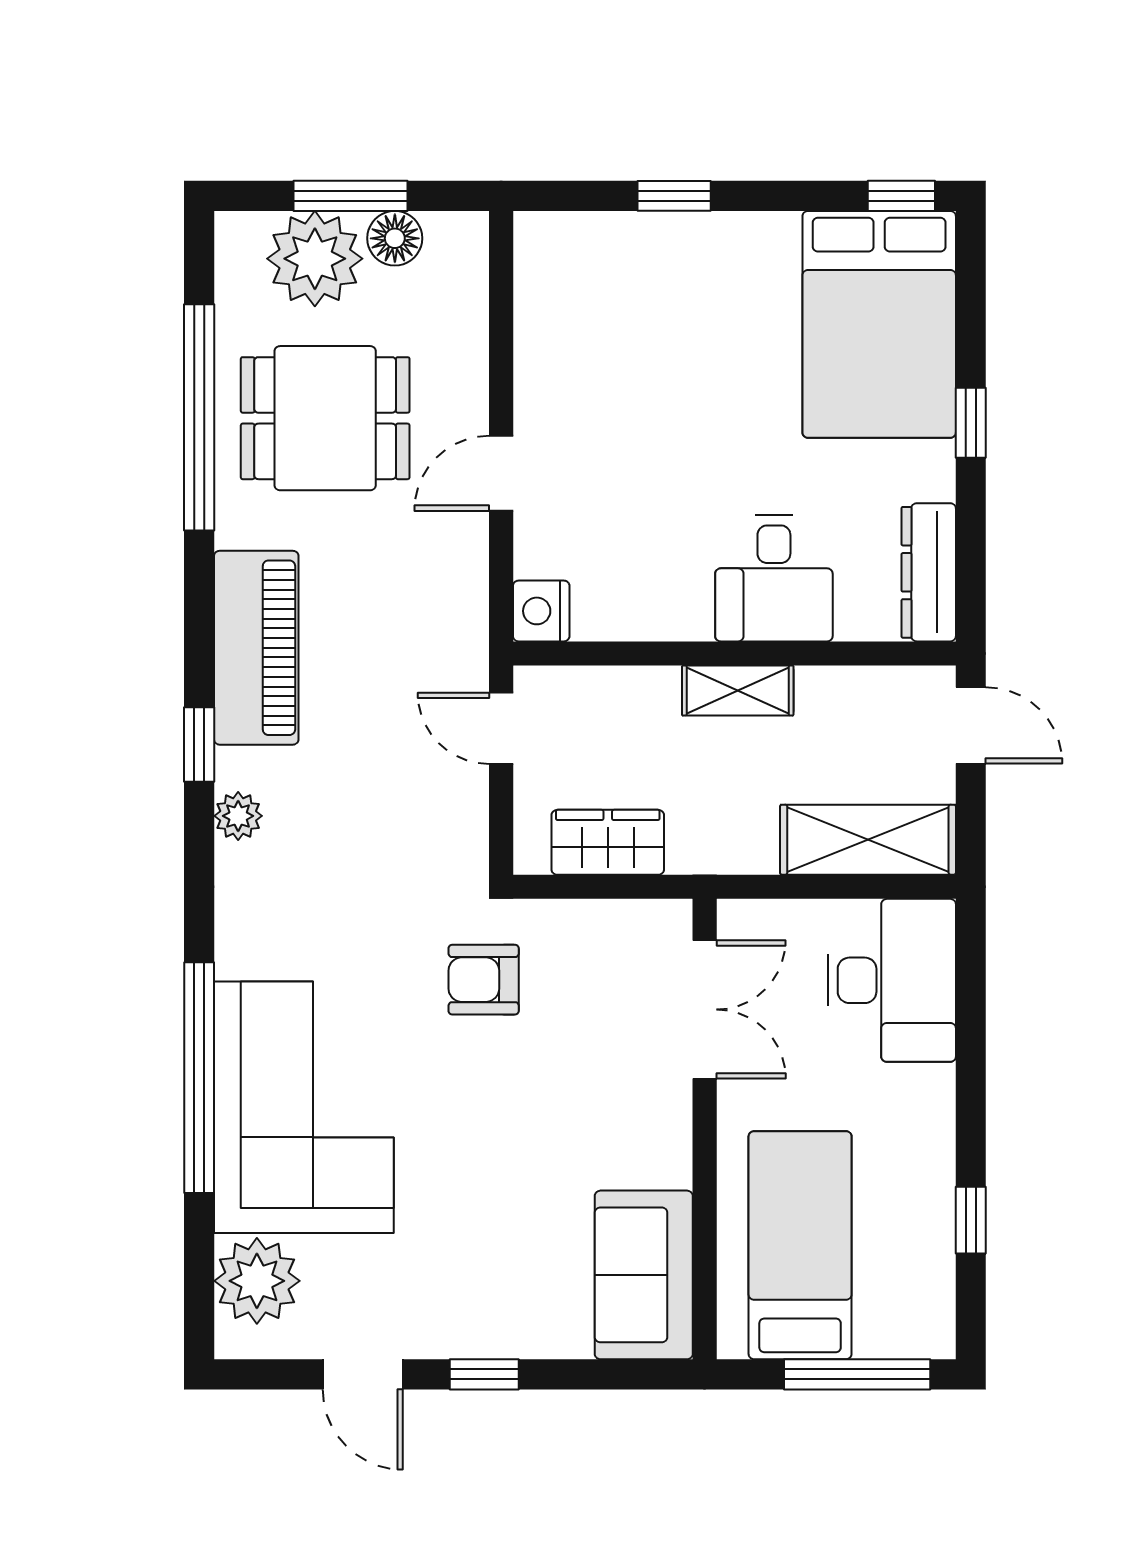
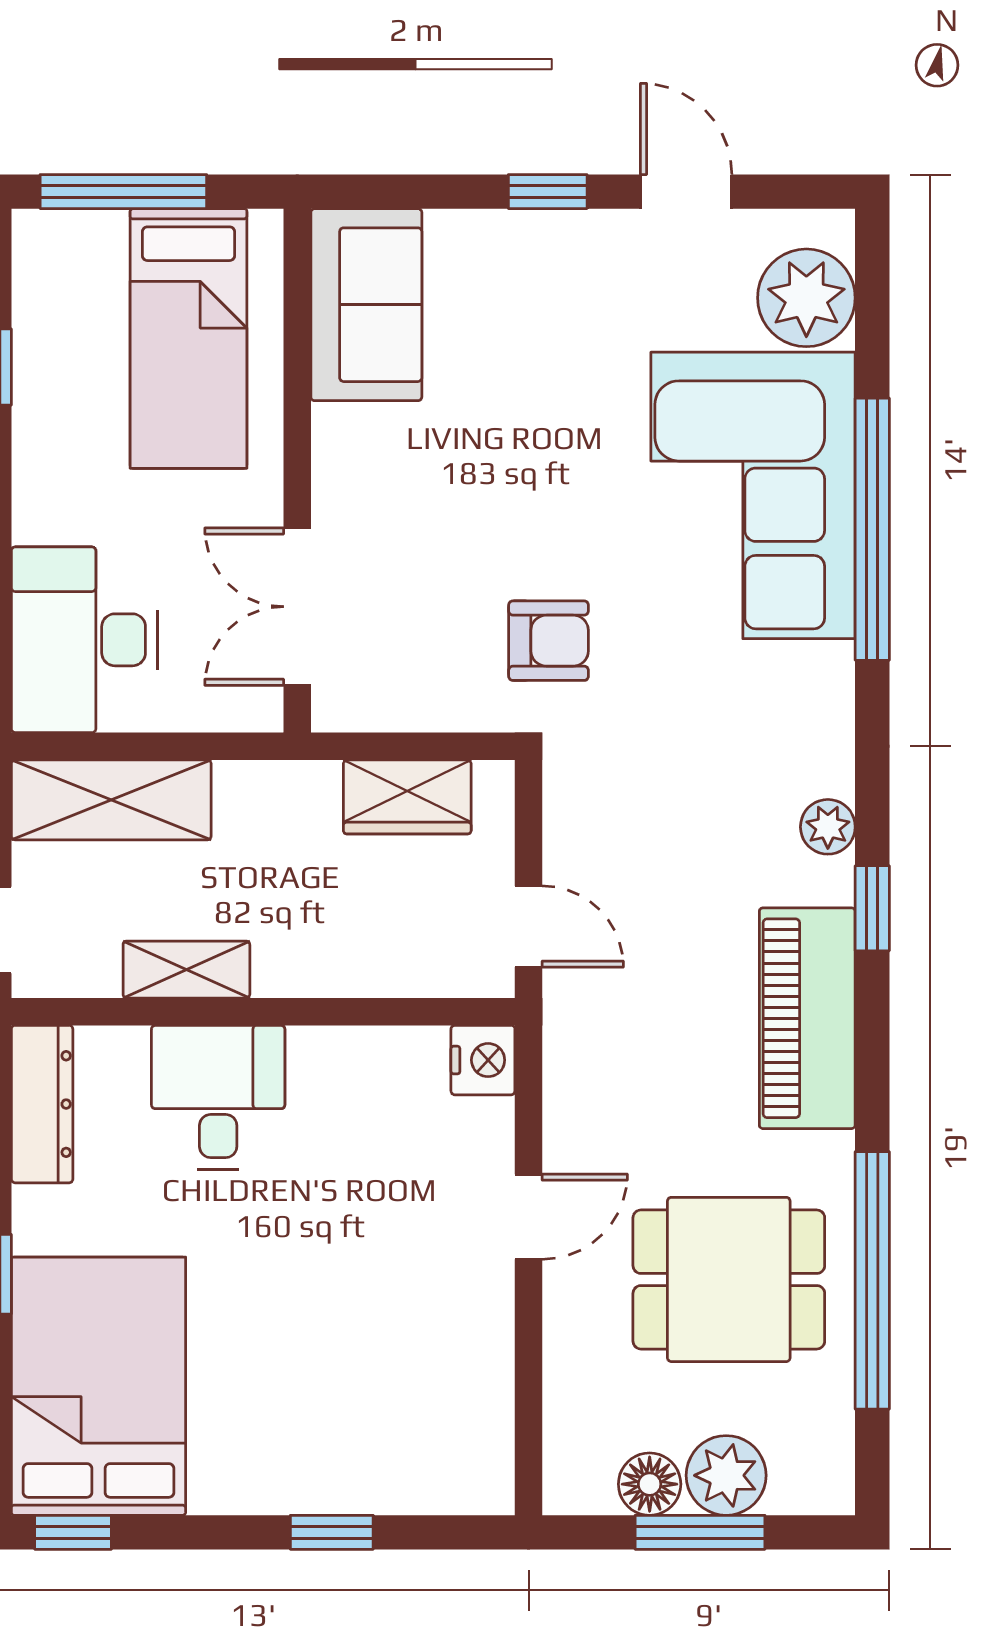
plant: (315, 259) -> (726, 1475), width x0.73, depth x0.73
shelving: (738, 691) -> (186, 970), moved

